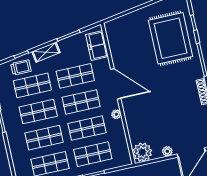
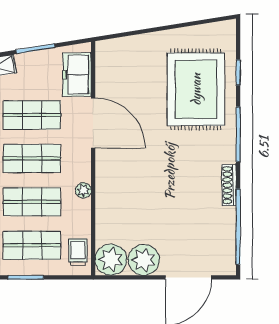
door: (116, 84) -> (93, 123), moved
plant: (167, 151) -> (144, 260), width x1.87, depth x1.87
trolley: (121, 152) -> (78, 252), added

